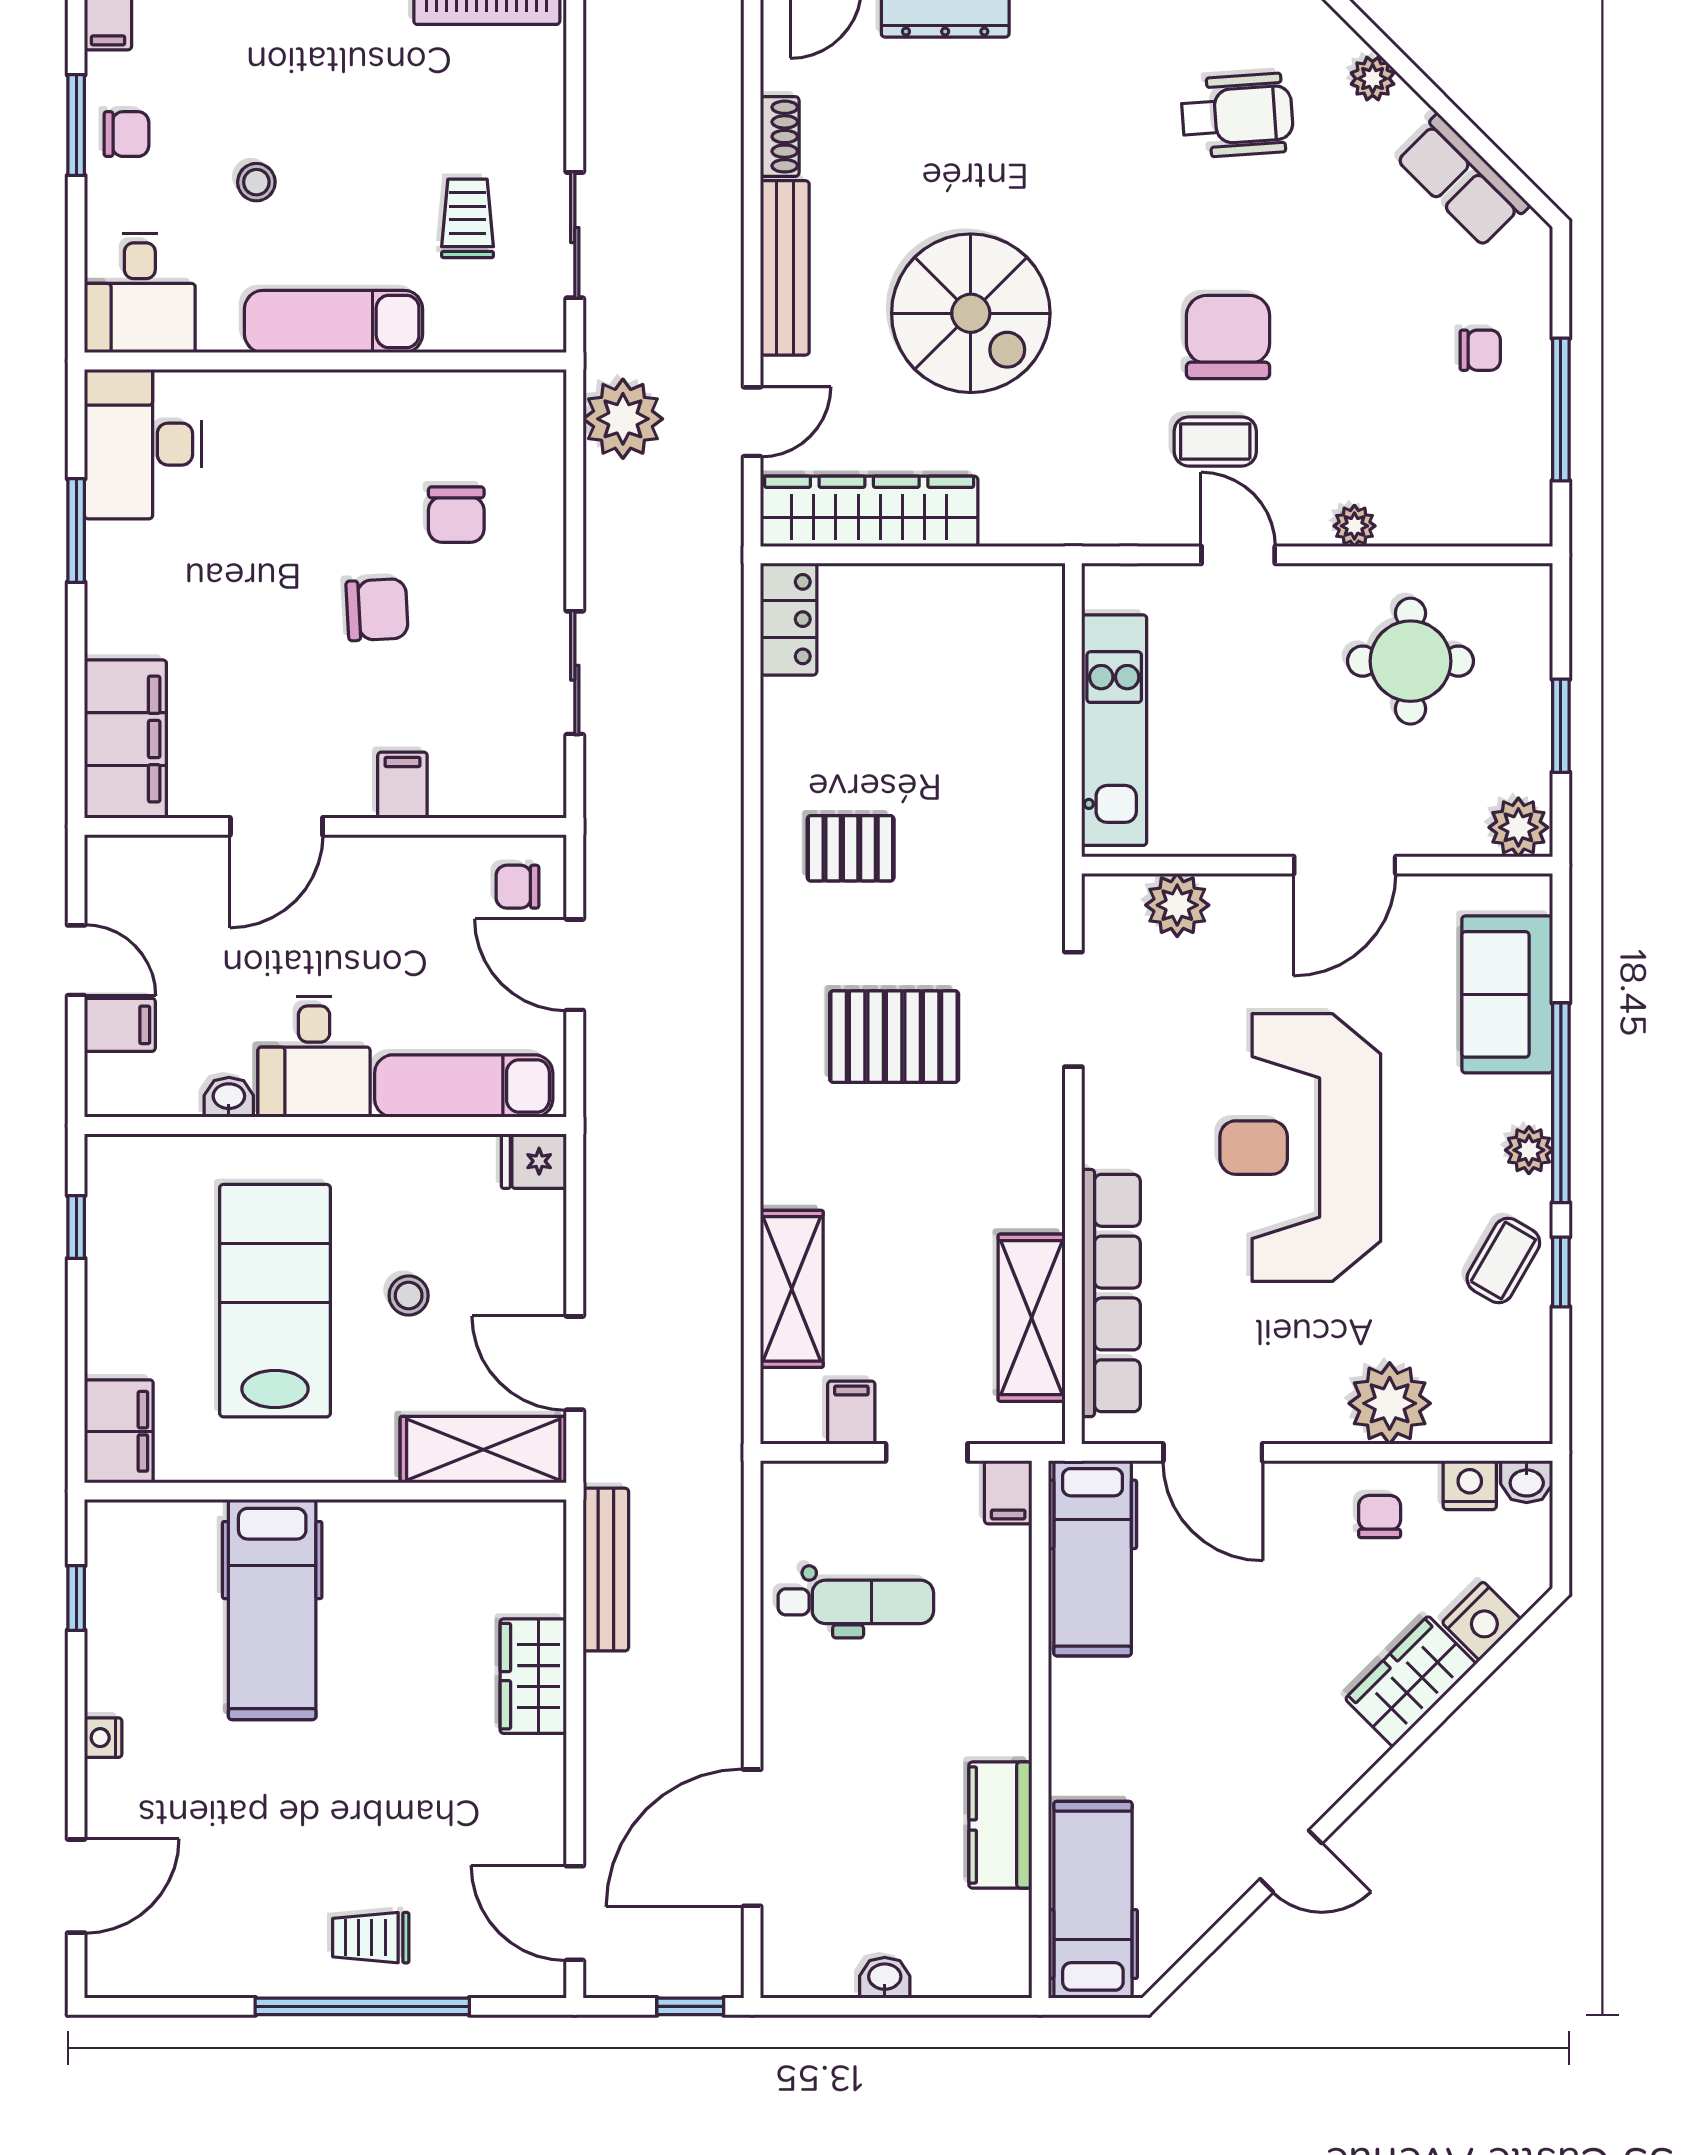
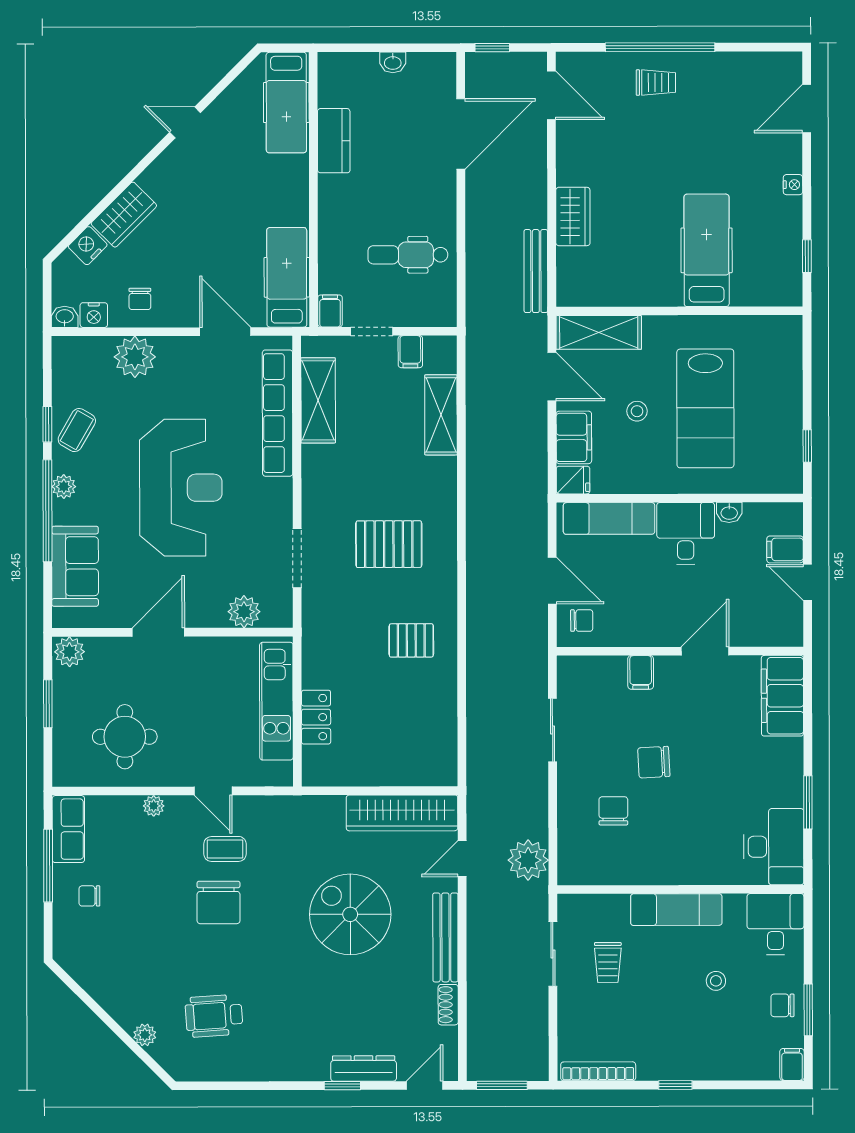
row of seats: (1462, 181) -> (68, 829), moved, turned 45
locker: (789, 619) -> (316, 717), moved, turned 180
filing cabinet: (119, 1431) -> (574, 437), moved, turned 180

